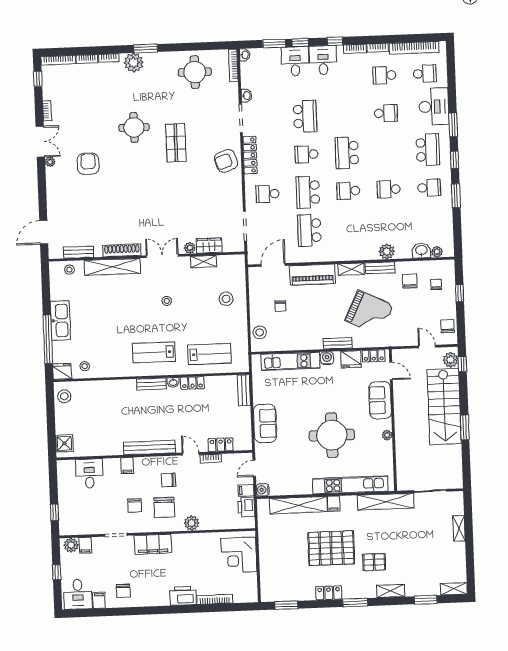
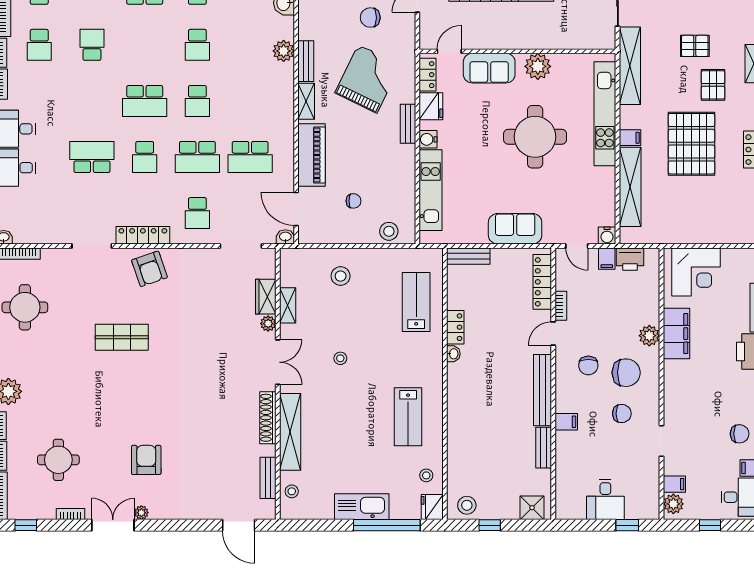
washbasin: (246, 96) -> (285, 237), moved
round table: (134, 128) -> (58, 460), moved
armchair: (88, 164) -> (146, 460), turned 90
double door: (162, 256) -> (278, 362), swing flipped
chair: (410, 281) -> (370, 18), moved
lab bench: (154, 352) -> (408, 417), moved
bench: (151, 384) -> (544, 448), moved
window: (51, 413) -> (490, 525), added
plant: (387, 435) -> (538, 66), width x1.87, depth x1.87
locker: (221, 445) -> (542, 282), width x1.53
desk: (89, 473) -> (605, 499), moved, turned -90
filing cabinet: (153, 544) -> (677, 334), moved
pallet: (402, 548) -> (695, 46), added

